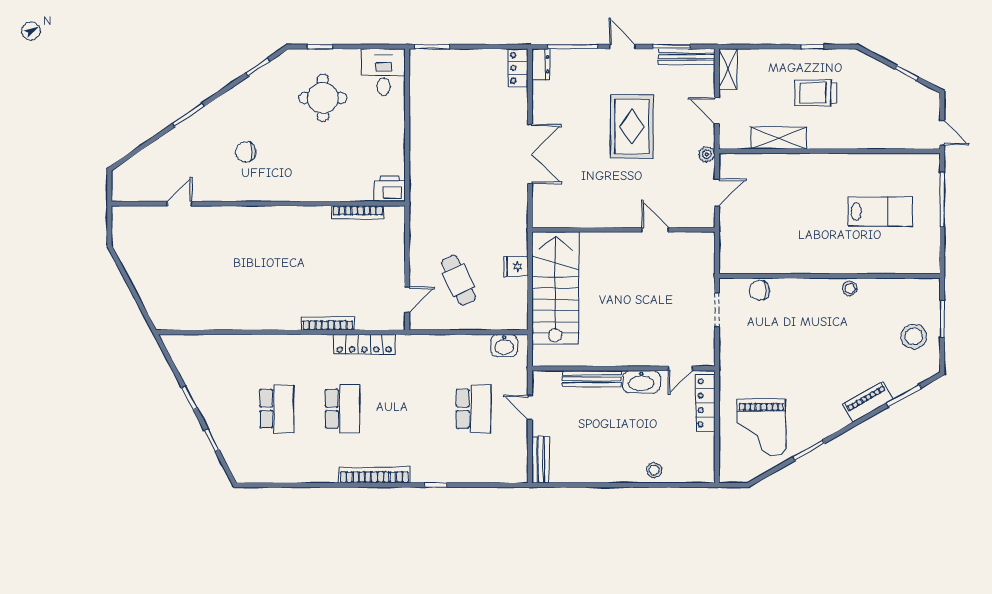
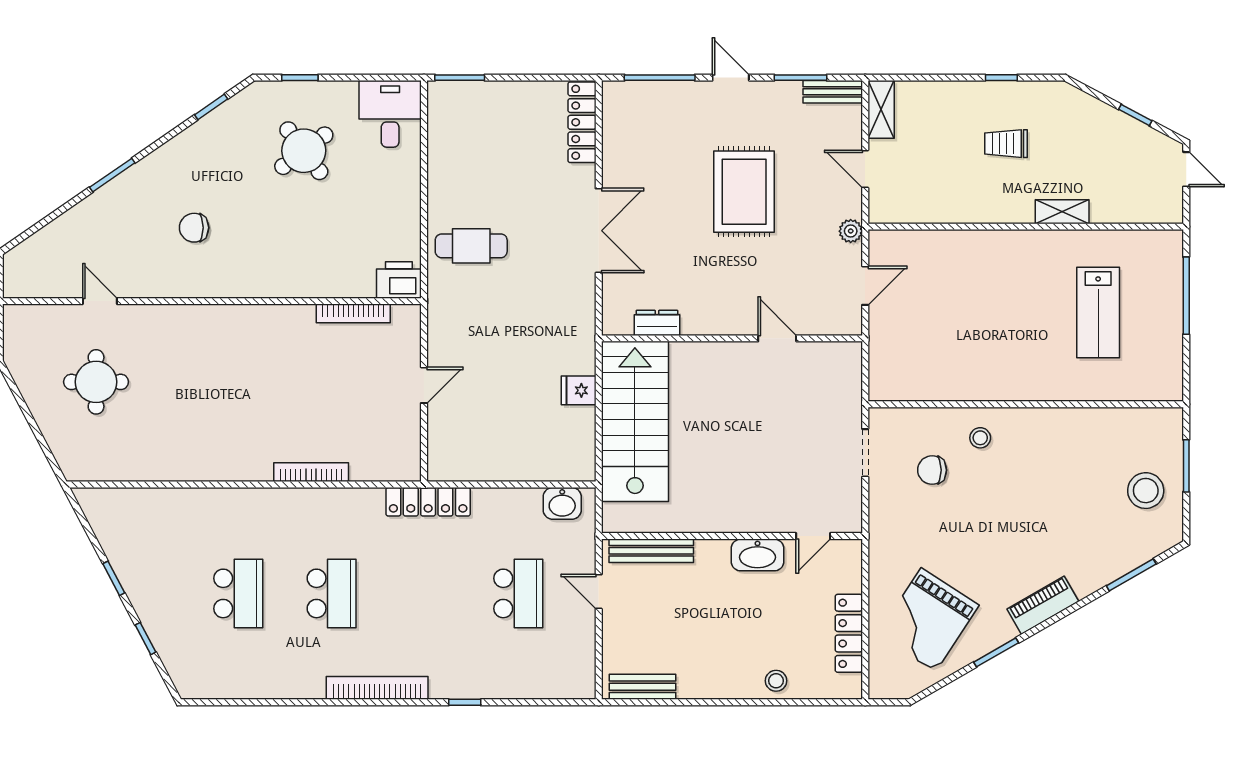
bench: (687, 57) -> (833, 92), width x0.73
dresser: (541, 64) -> (657, 323), moved, turned -90
locker: (518, 68) -> (582, 122), width x1.53
trolley: (816, 93) -> (1006, 144), width x0.73, depth x0.72
round table: (323, 98) -> (304, 151), turned -37
door: (942, 133) -> (1186, 169), moved
shelving: (779, 138) -> (1062, 212), moved, width x0.67, depth x0.75
door: (180, 204) -> (100, 301), hinge flipped
lab bench: (880, 212) -> (1098, 313), turned 90
round table: (177, 260) -> (96, 382), added
cafe table: (458, 280) -> (471, 246), moved, turned -65
stool: (850, 288) -> (980, 438), moved
chair: (759, 290) -> (932, 470), moved
door: (407, 300) -> (424, 385), moved
locker: (364, 344) -> (428, 502), moved
bench: (592, 379) -> (651, 551), moved
piano: (868, 402) -> (1043, 605), moved
locker: (705, 403) -> (849, 633), moved
grand piano: (761, 427) -> (928, 620), turned 33
bench: (541, 460) -> (643, 687), moved, turned 90

